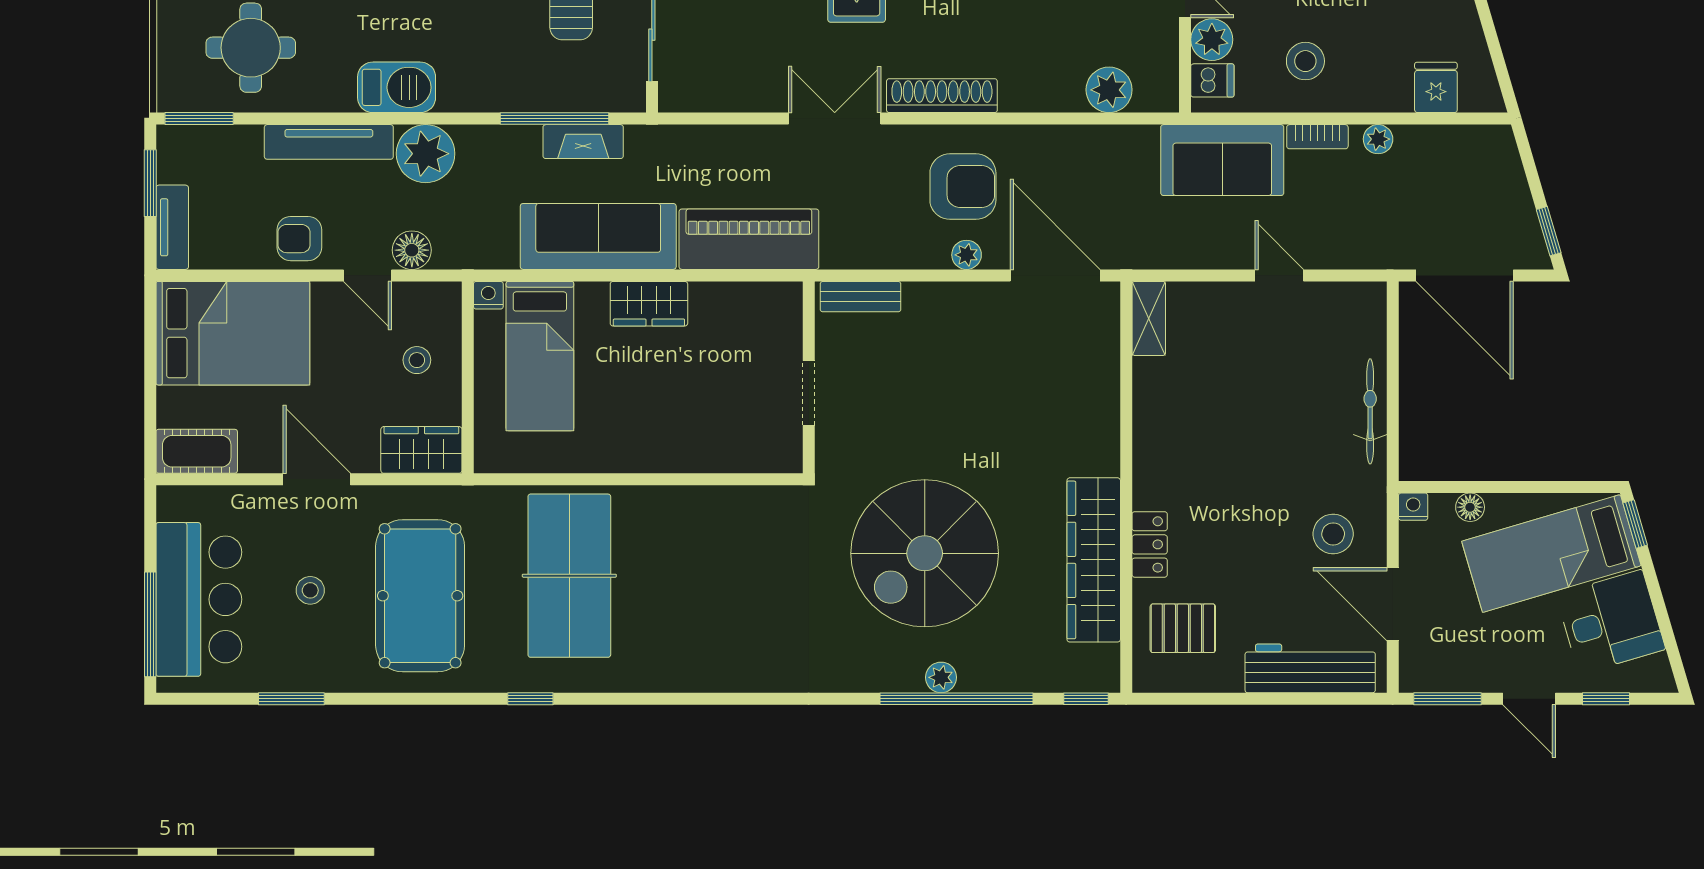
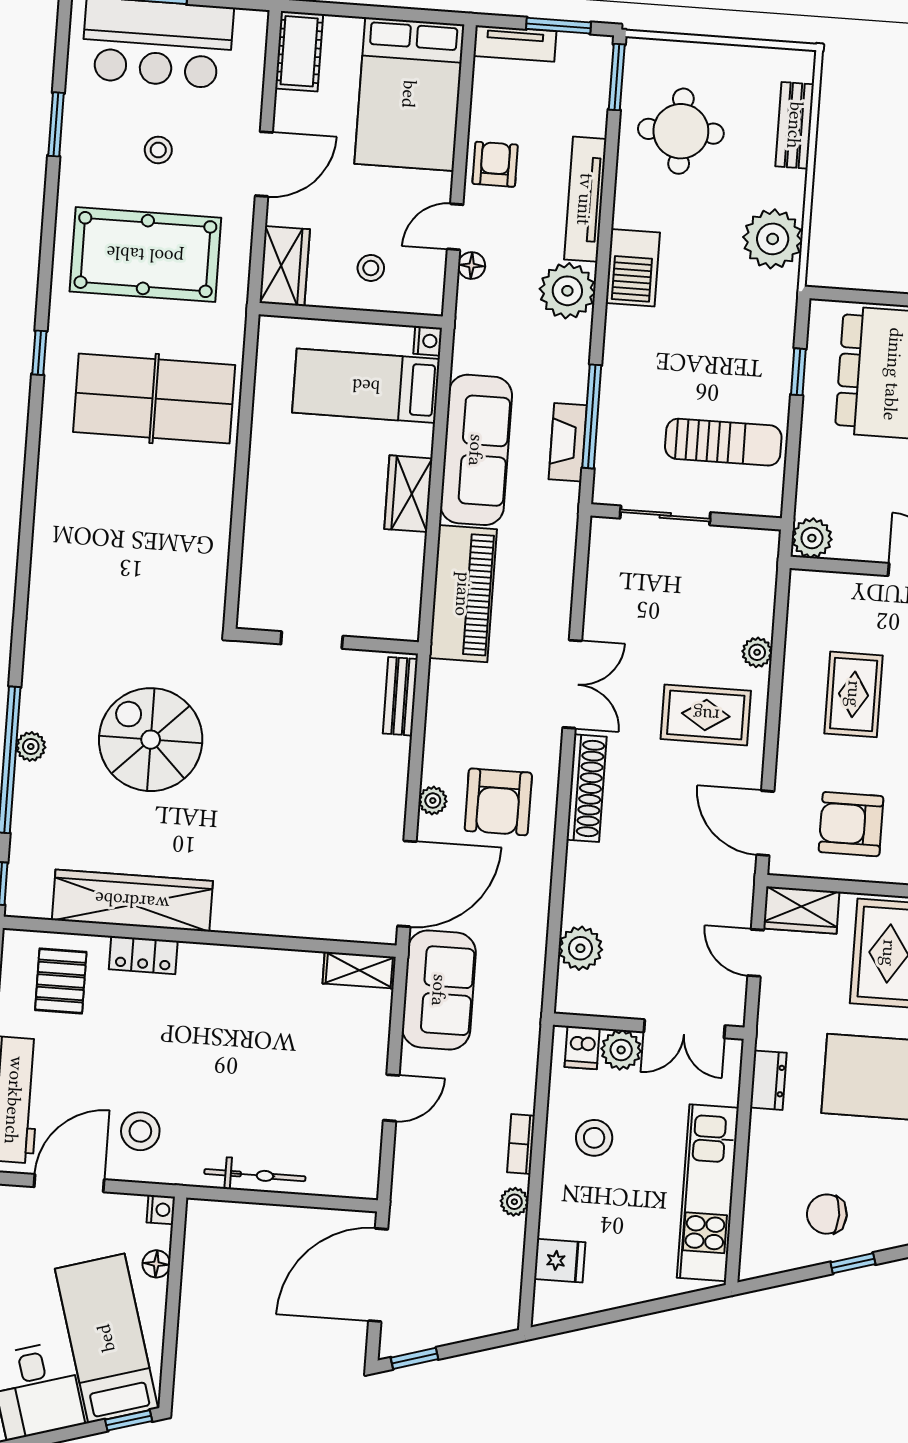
sofa: (1222, 160) -> (439, 990), moved, turned 180
floor lamp: (412, 250) -> (472, 266), width x0.73, depth x0.73
spiral stairs: (925, 553) -> (151, 740), width x0.73, depth x0.73

